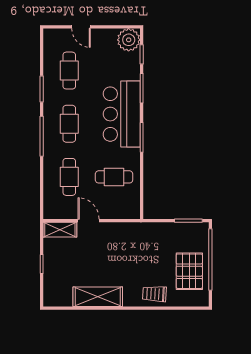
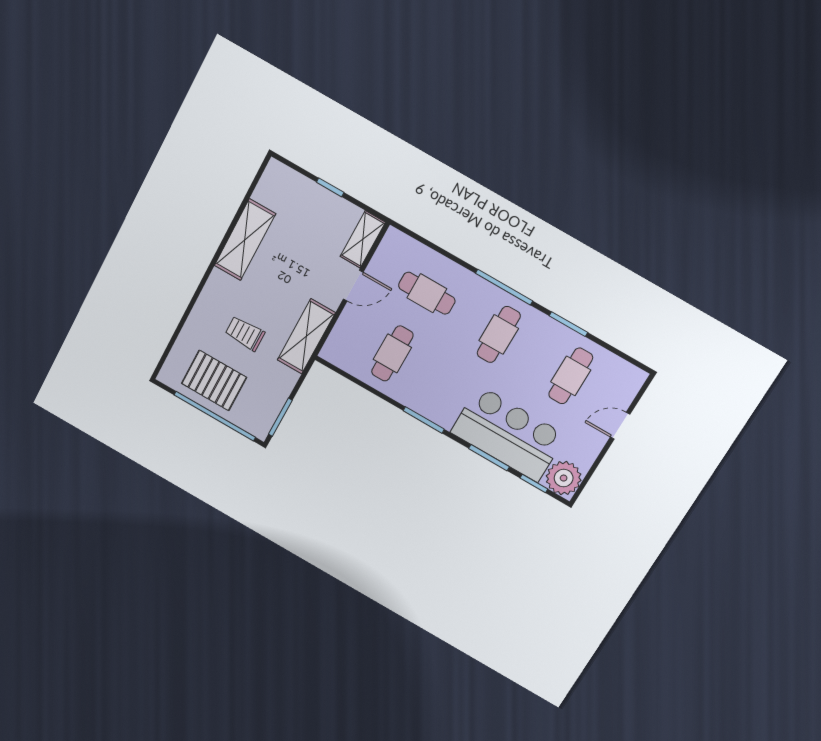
cafe table: (69, 71) -> (571, 376), turned 90
bar counter: (122, 114) -> (508, 434), moved
cafe table: (69, 124) -> (499, 335), turned 90
shelving: (133, 231) -> (306, 336), added
trolley: (154, 294) -> (245, 333), moved, turned -93

